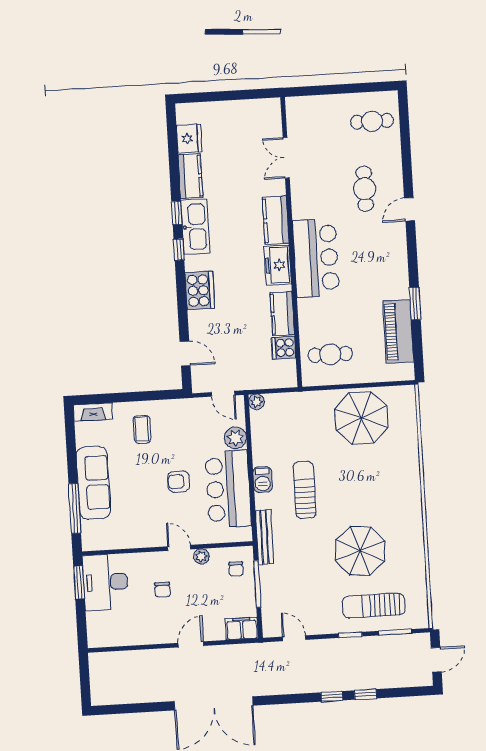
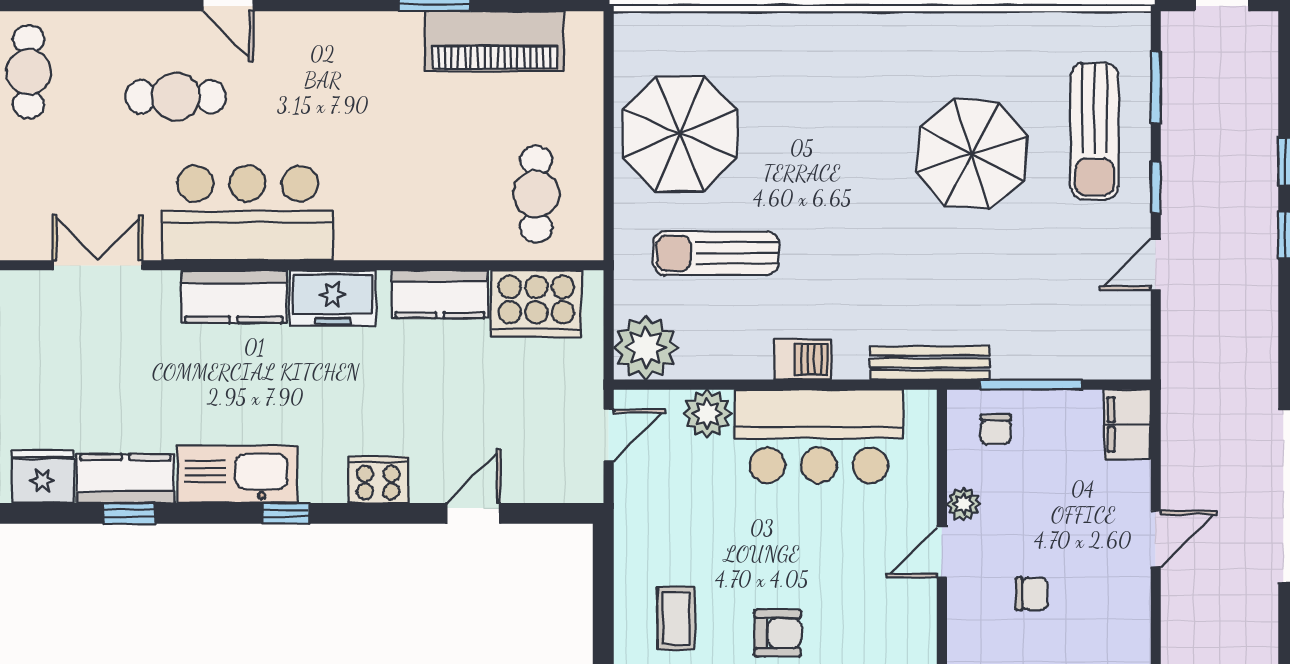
double door: (286, 158) -> (98, 265), swing flipped
window: (177, 213) -> (129, 513), moved
bar counter: (316, 258) -> (248, 213), moved
cooker: (200, 290) -> (378, 480), width x0.73, depth x0.76
cooker: (284, 348) -> (536, 304), width x1.87, depth x1.31
door: (185, 353) -> (473, 513), moved
plant: (257, 402) -> (646, 348), width x1.88, depth x1.88
coffee table: (142, 429) -> (676, 618), turned 90
armchair: (179, 481) -> (778, 633), moved, turned -90
sun lounger: (305, 490) -> (716, 253), moved
chair: (236, 569) -> (996, 429), turned 90
door: (294, 638) -> (1156, 265), moved
door: (191, 644) -> (1156, 539), swing flipped

